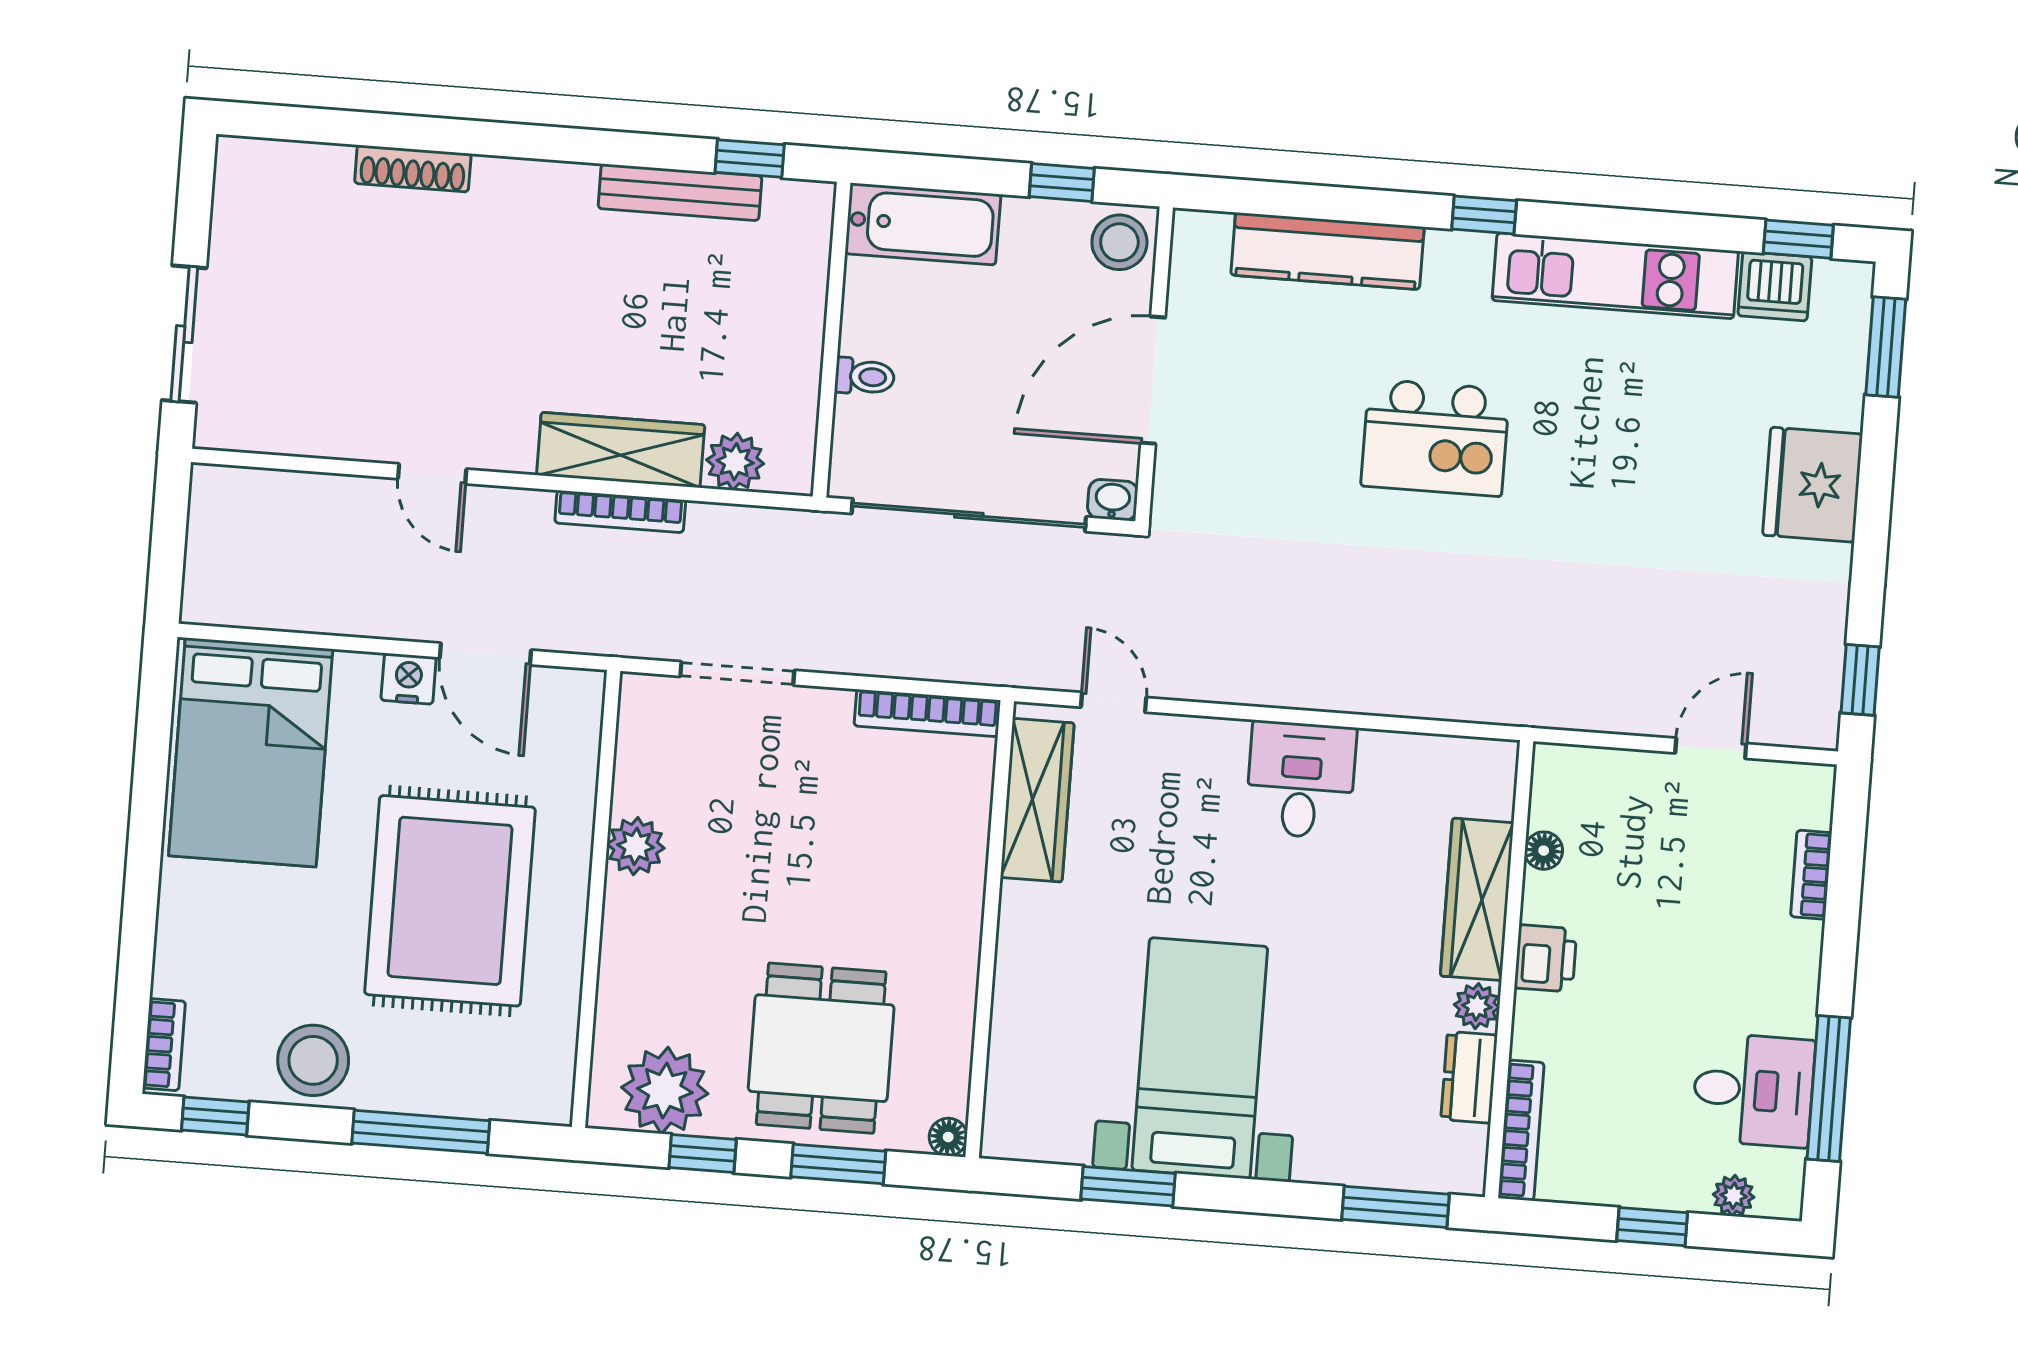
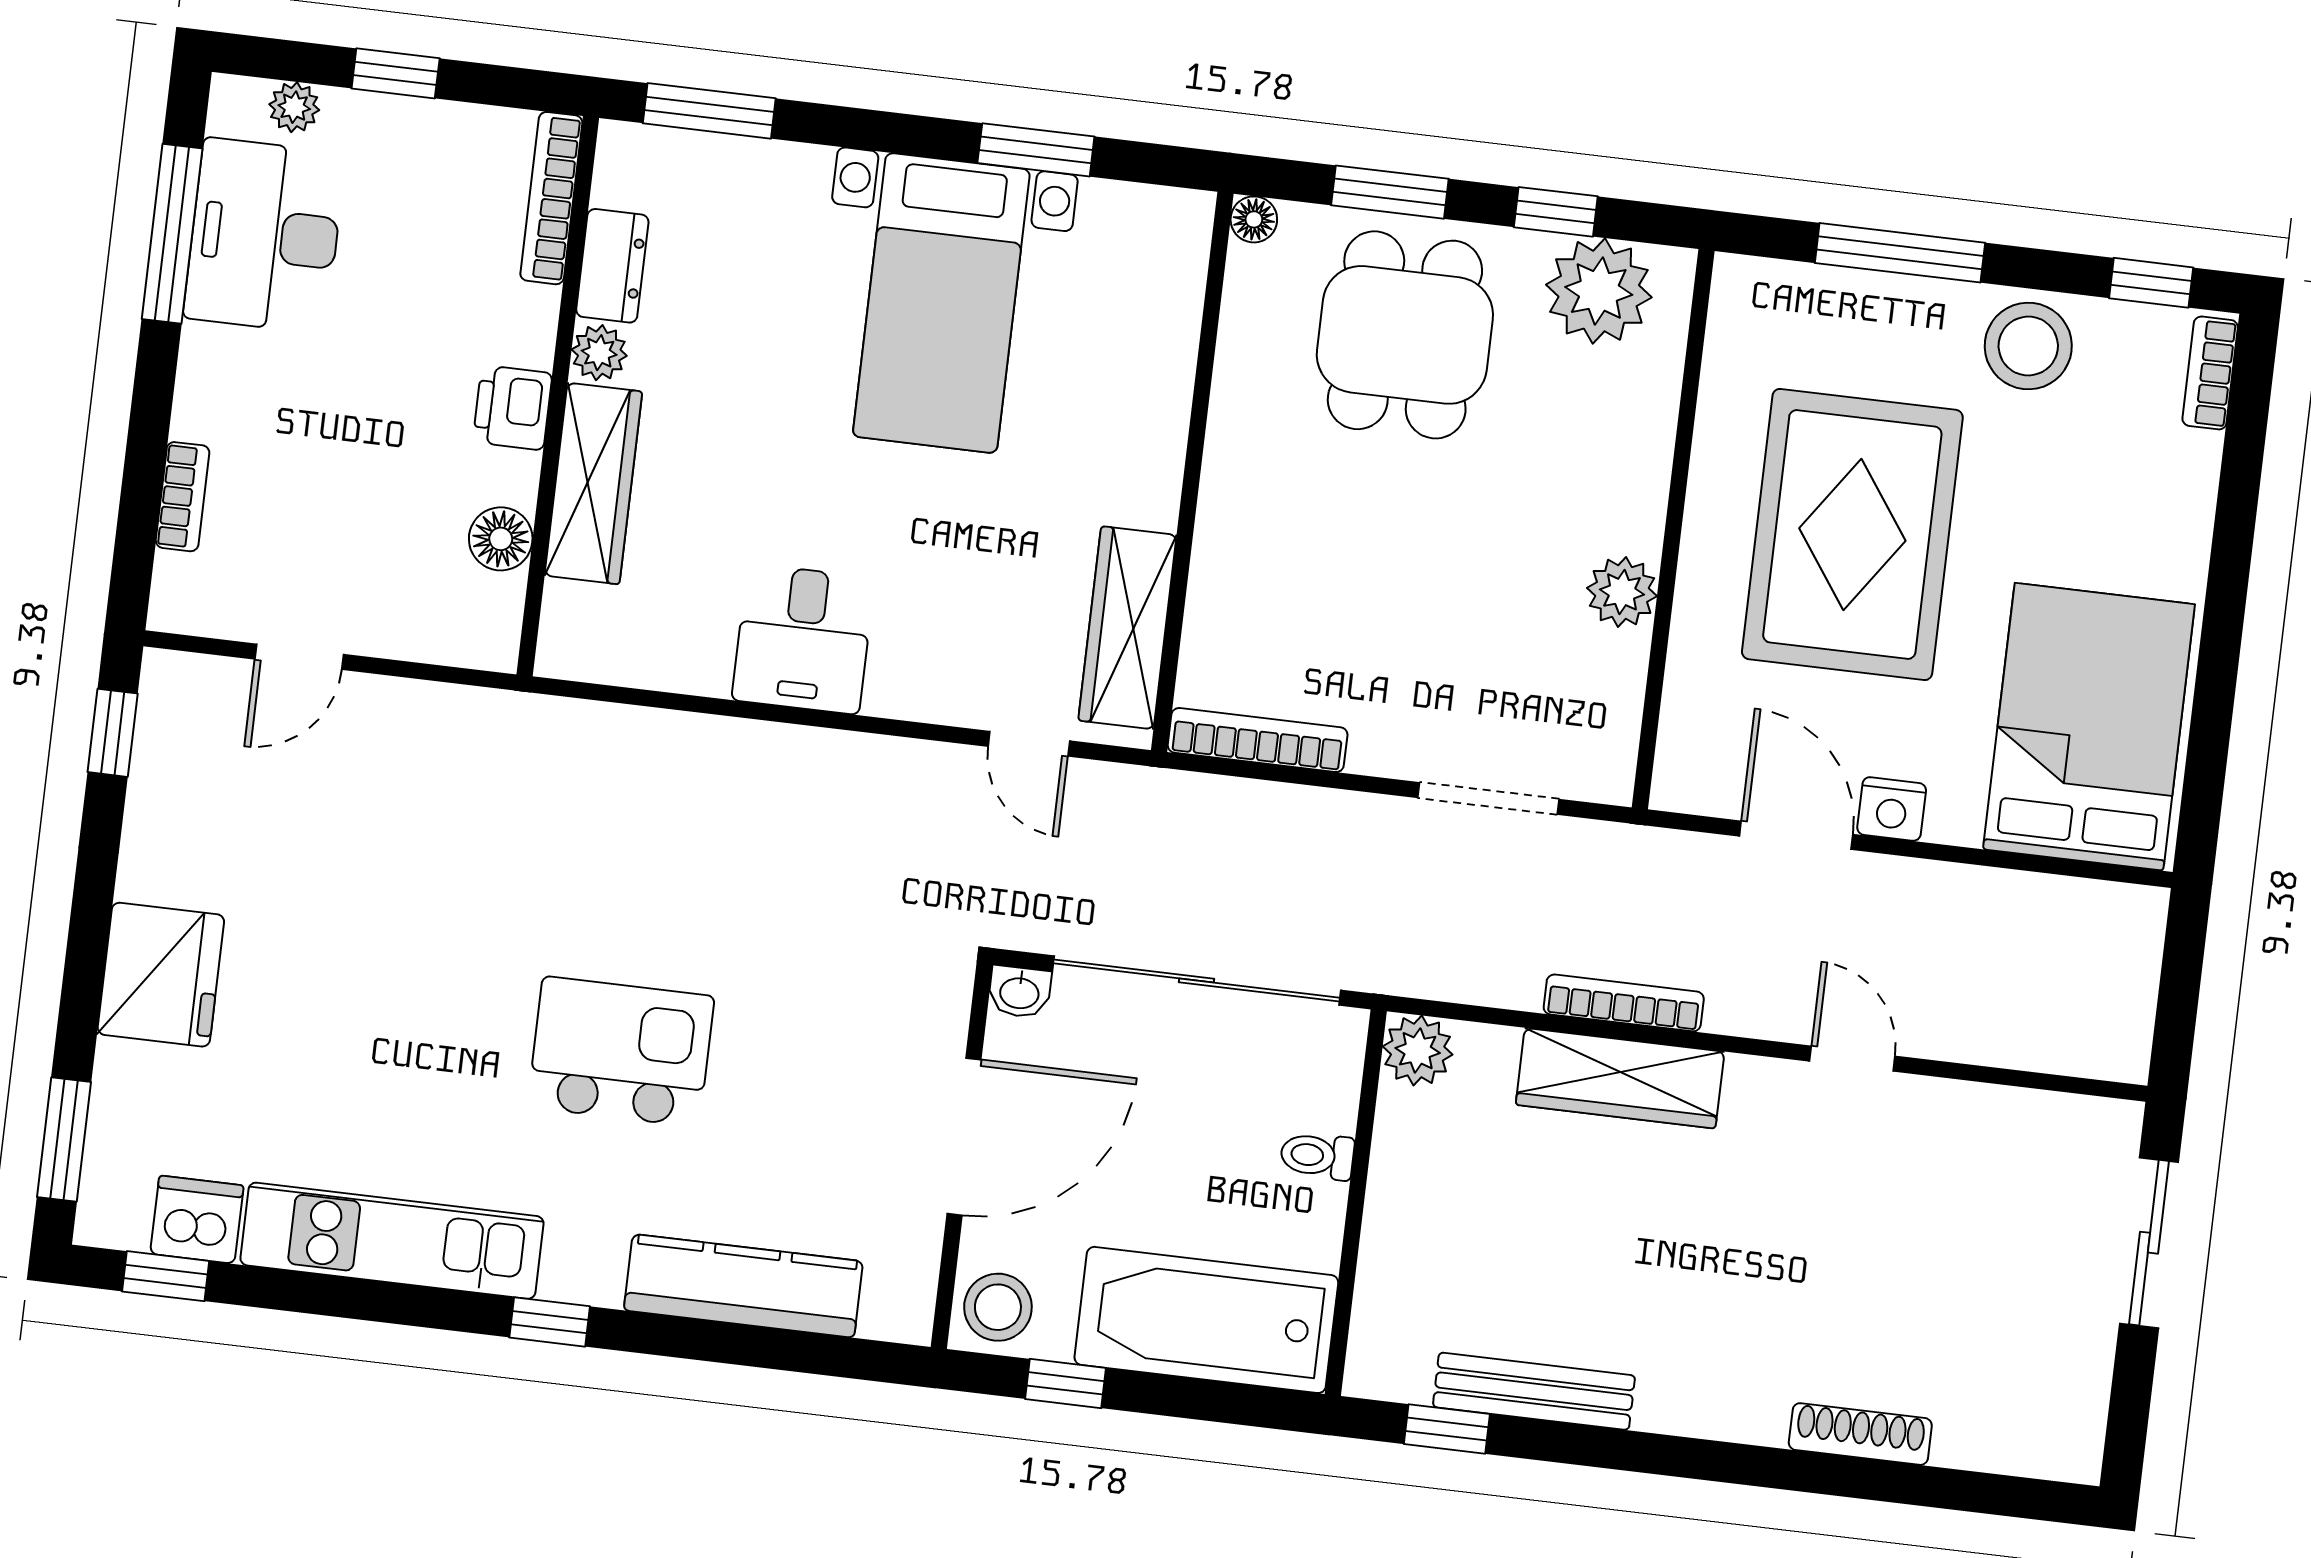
bathtub: (923, 224) -> (1206, 1320), width x1.36, depth x1.36
plant: (735, 462) -> (1418, 1051), moved
floor lamp: (1544, 851) -> (501, 539), width x1.37, depth x1.37
desk: (1753, 1090) -> (265, 236), width x1.37

